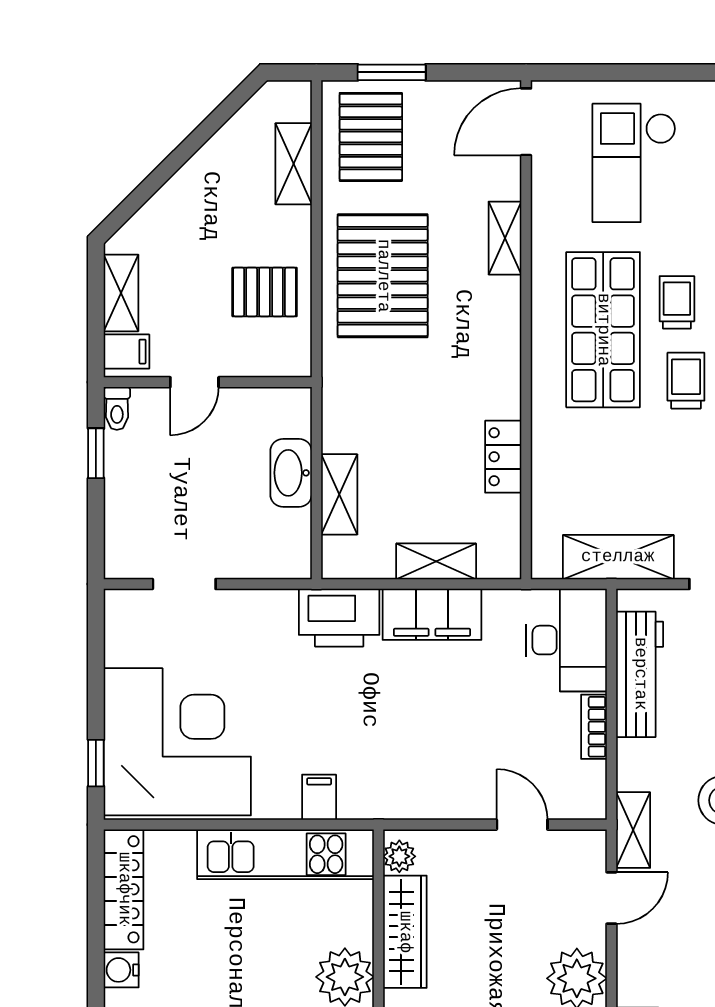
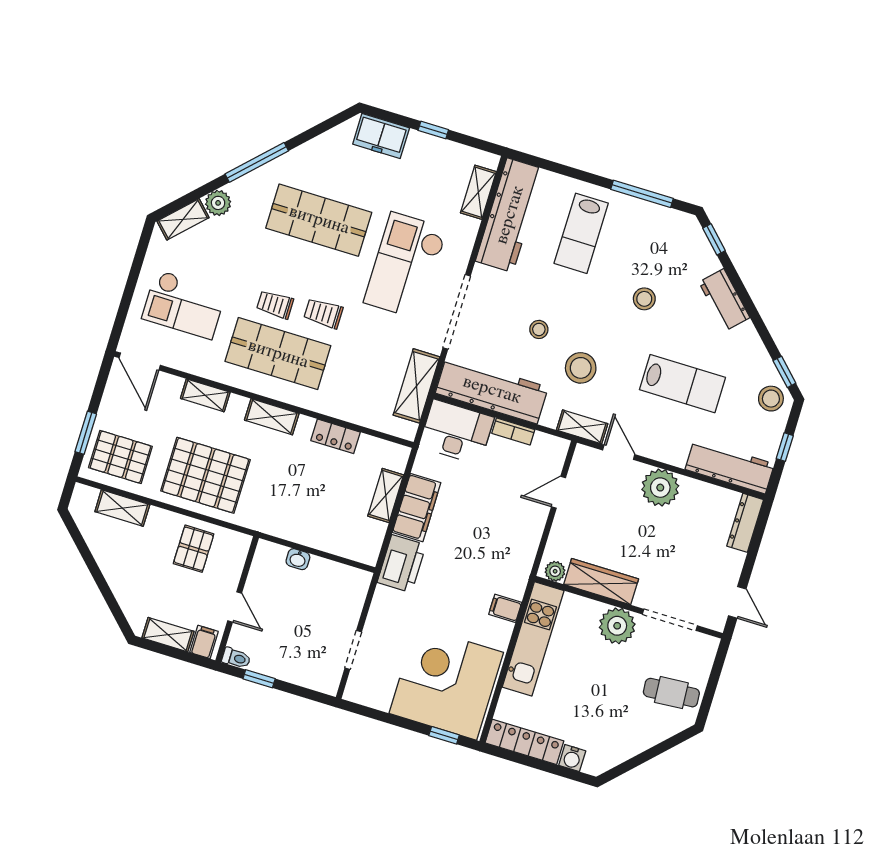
washbasin: (291, 473) -> (298, 559), width x0.52, depth x0.69
shelving: (339, 494) -> (272, 417), moved
workbench: (640, 674) -> (492, 390), width x1.36, depth x1.32

